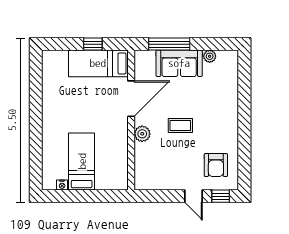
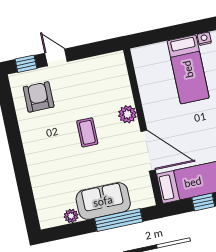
door: (131, 99) -> (148, 151), swing flipped
coffee table: (180, 125) -> (87, 132), turned 90

